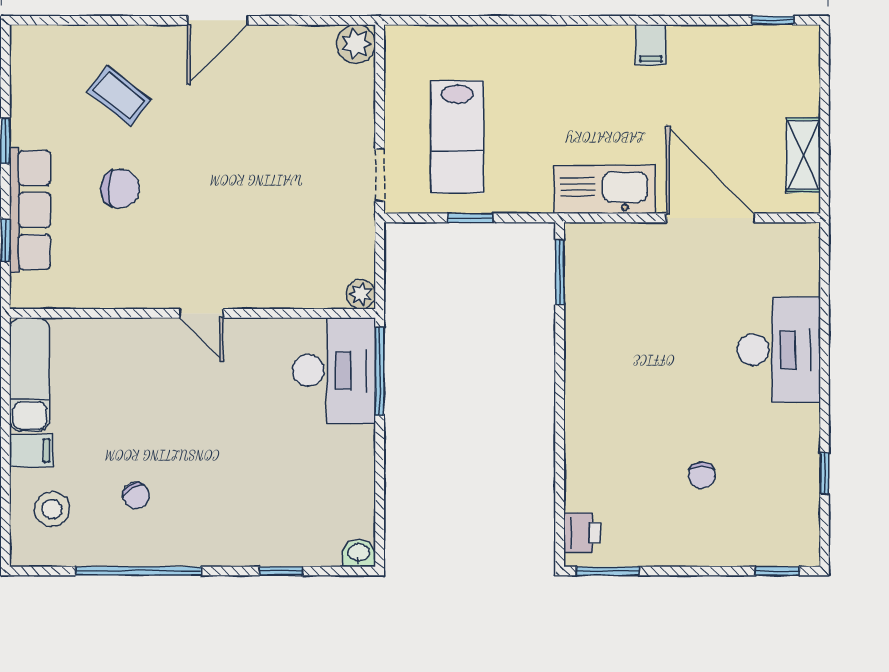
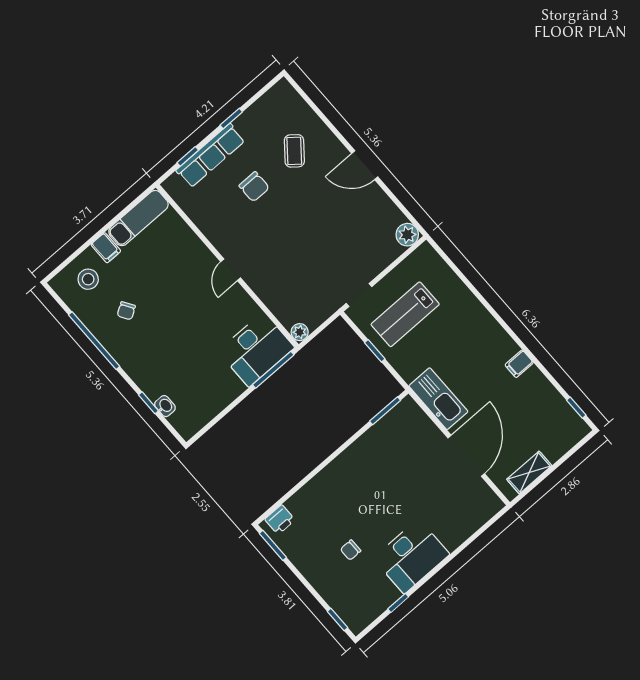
desk: (779, 350) -> (411, 556), moved
washbasin: (359, 553) -> (165, 406), moved

